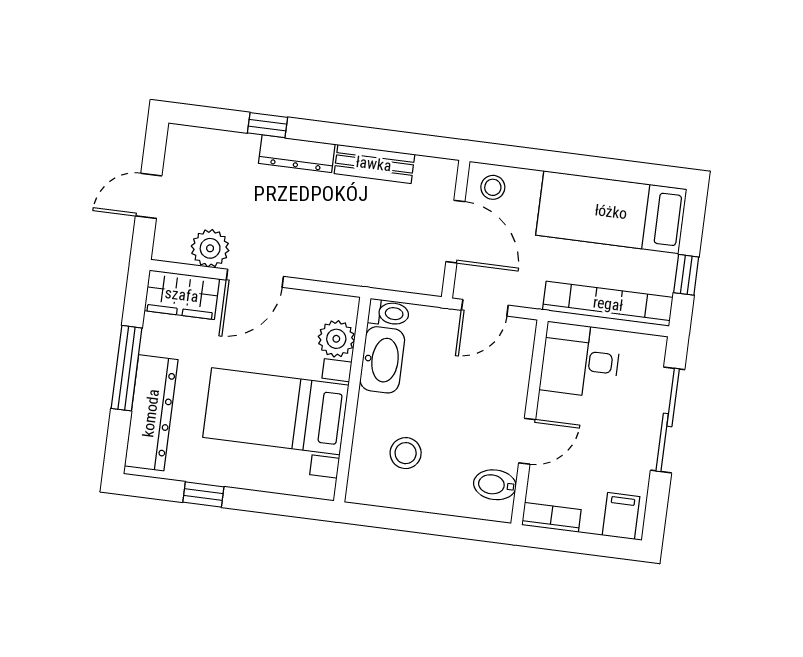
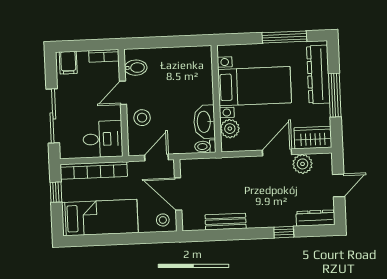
dresser: (297, 154) -> (316, 218), moved
stool: (406, 453) -> (142, 118), moved
window: (203, 494) -> (284, 37), width x2.17

